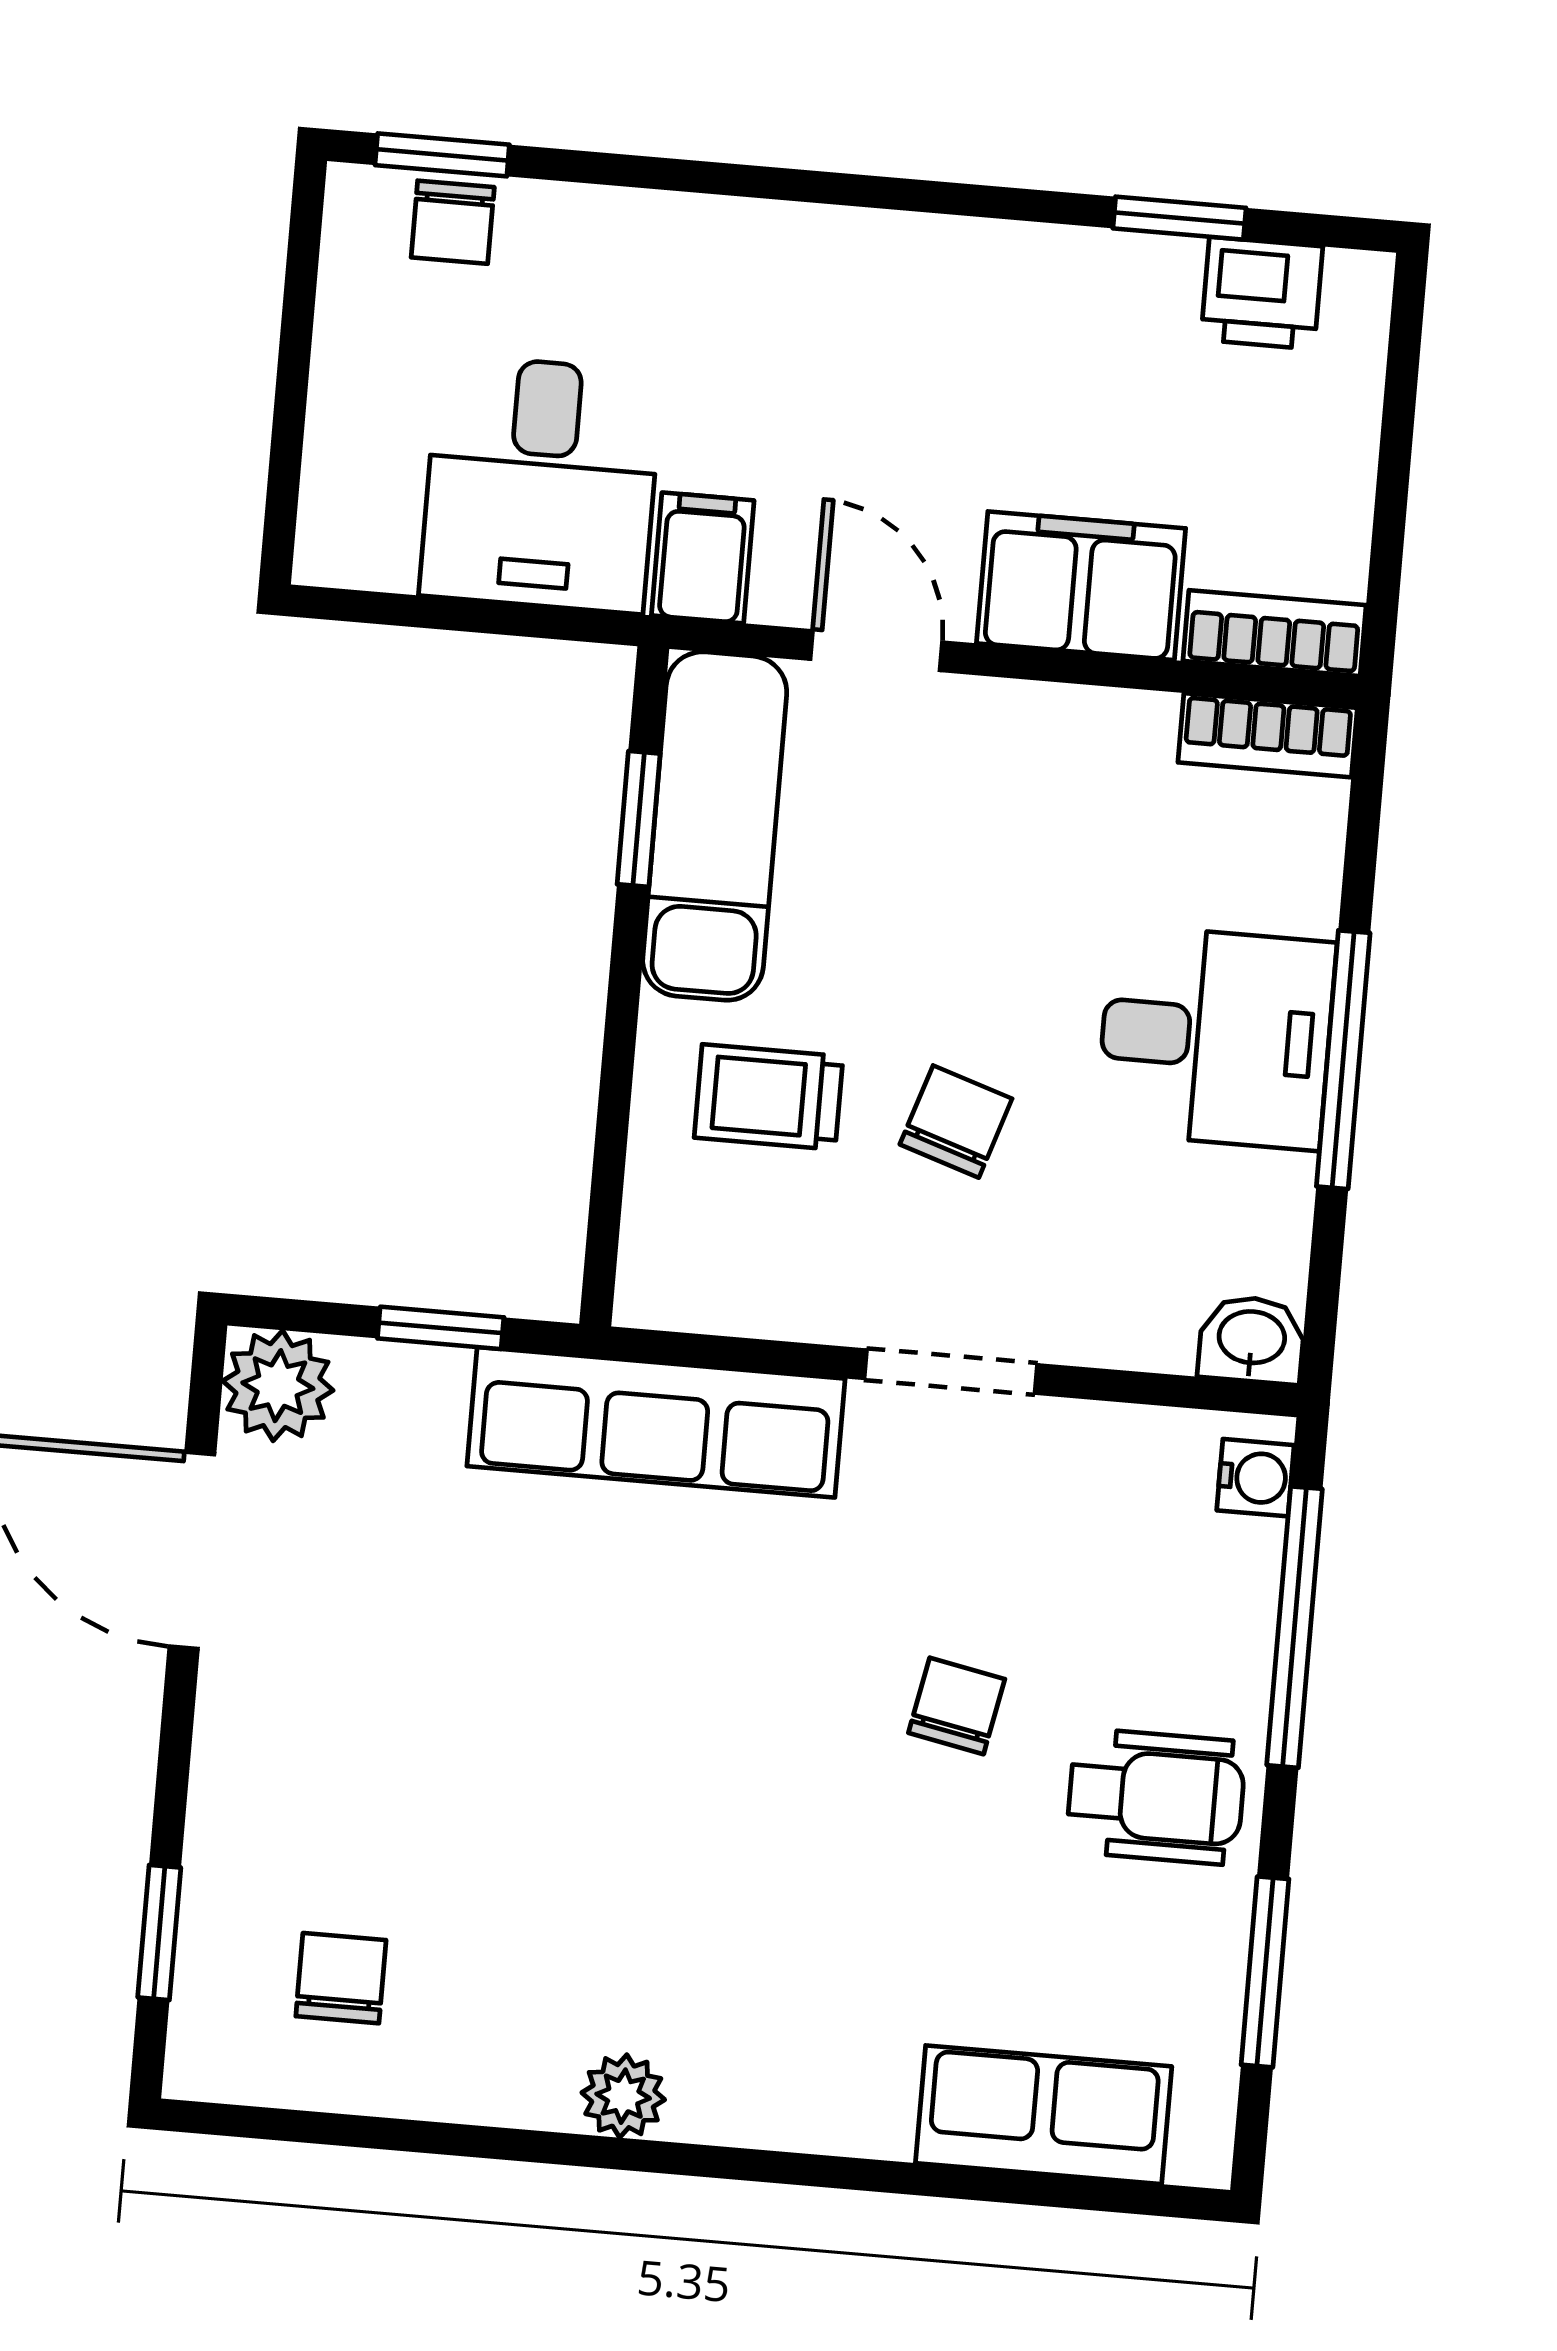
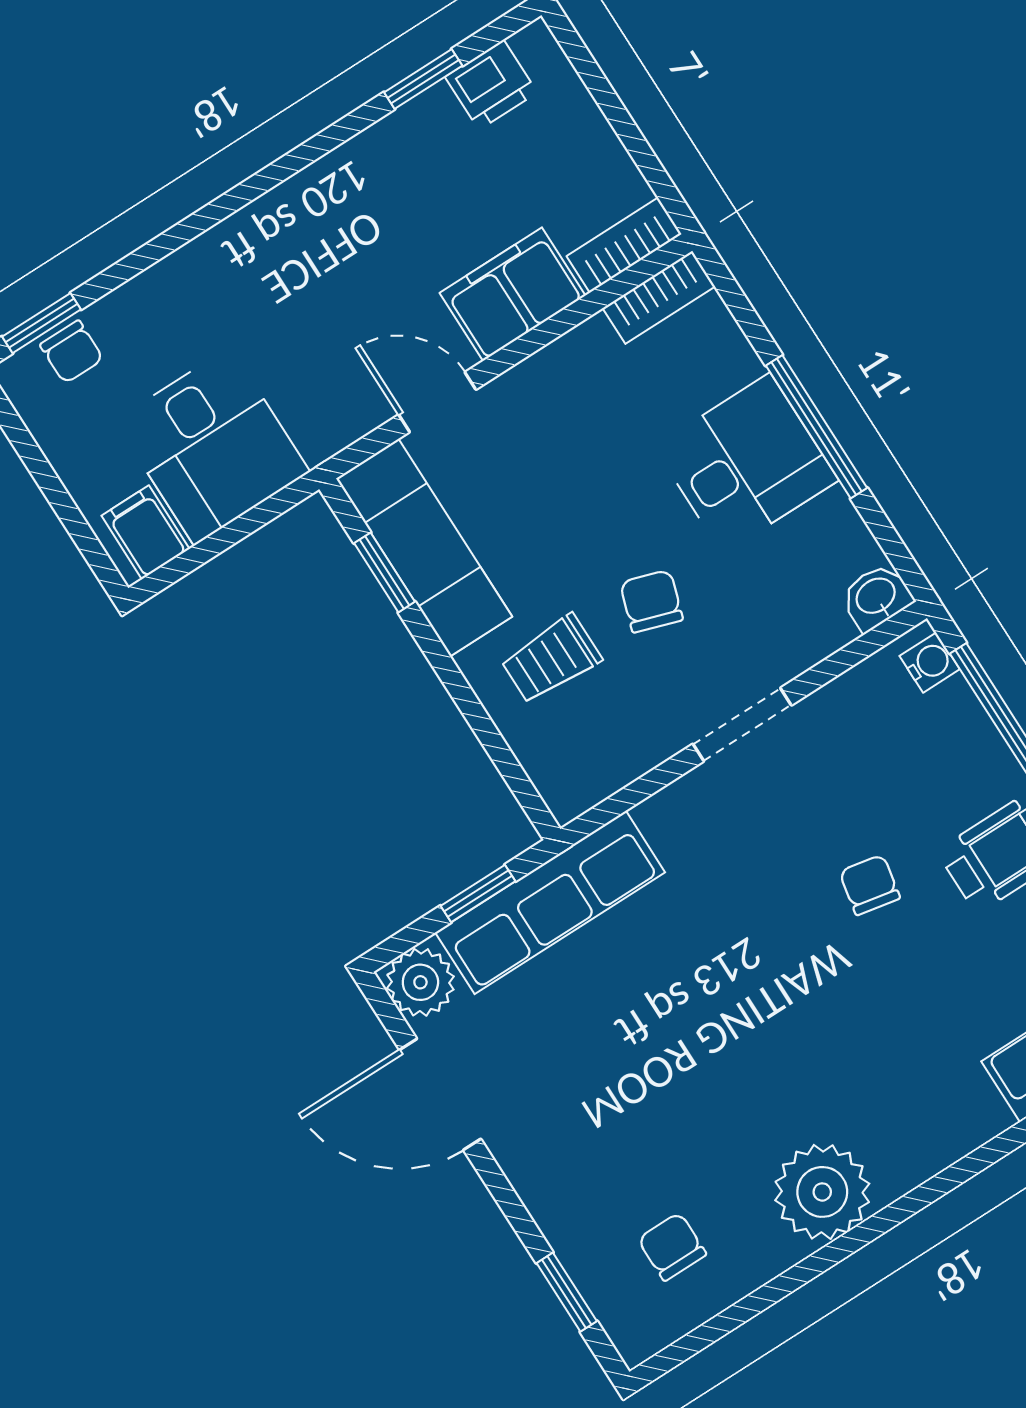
filing cabinet: (703, 558) -> (145, 532), moved
row of seats: (656, 1422) -> (550, 902), moved
plant: (623, 2096) -> (822, 1192), width x1.87, depth x1.87

